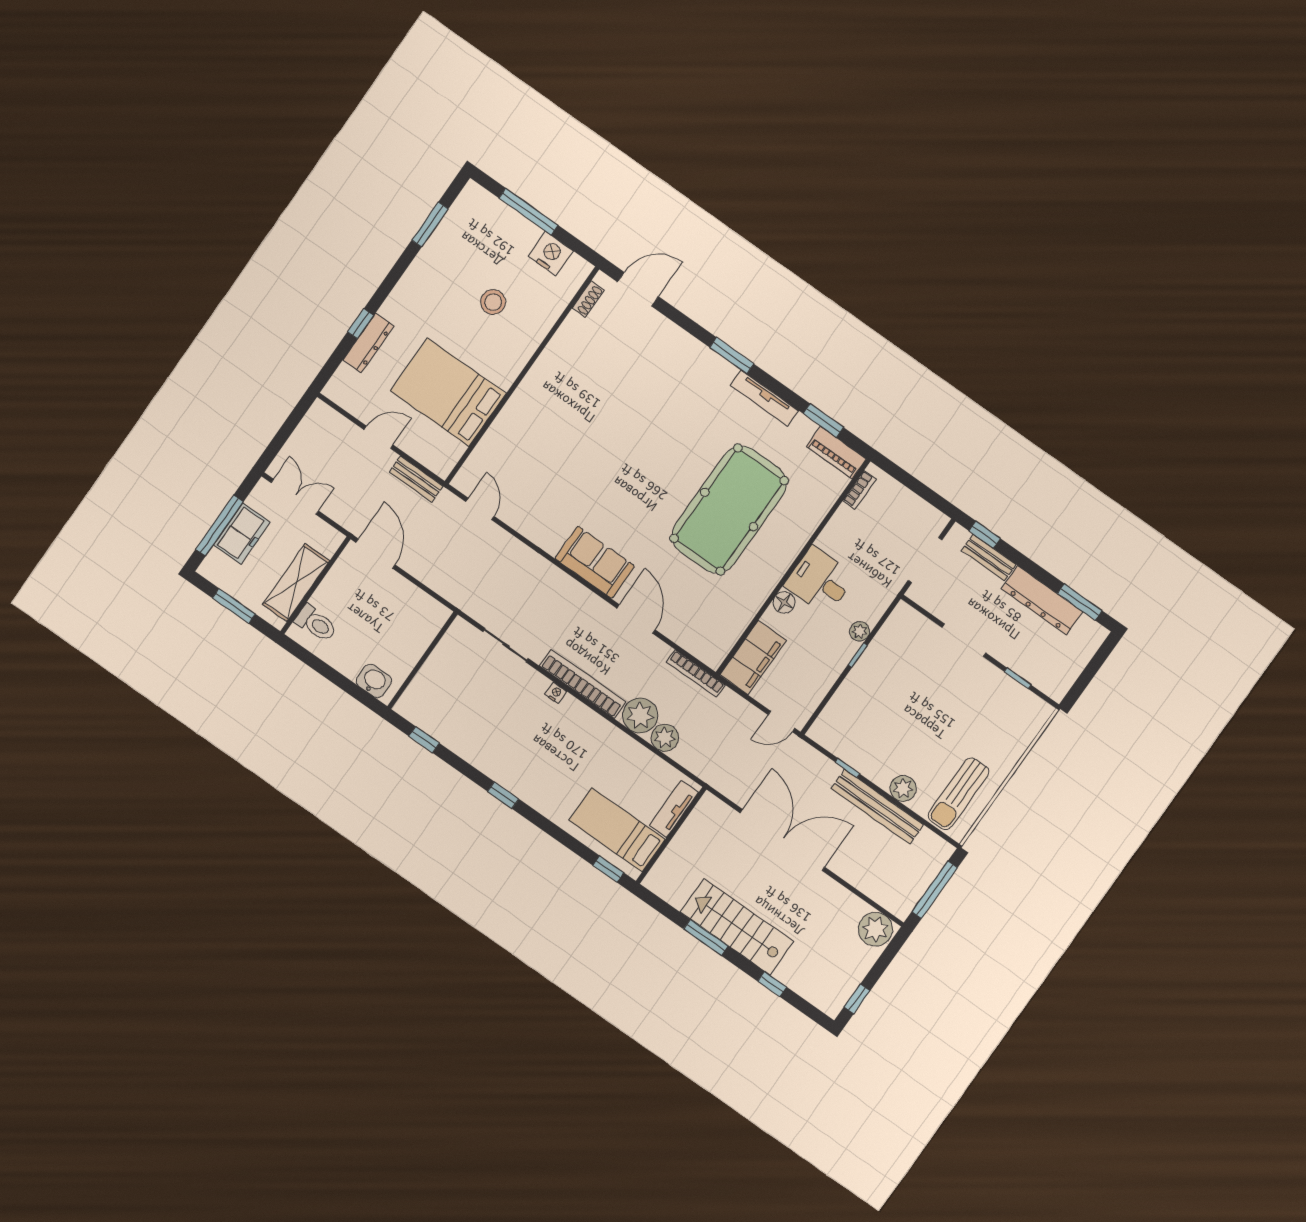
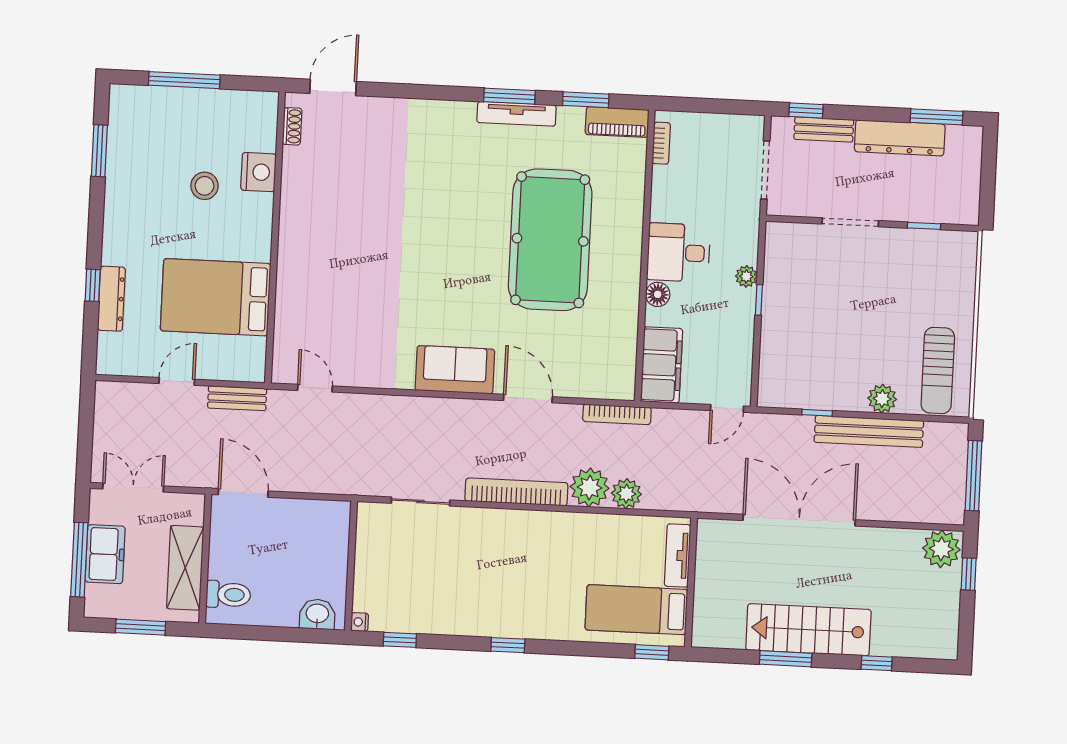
nightstand: (551, 254) -> (258, 172), moved, turned 90
window: (732, 356) -> (509, 96), moved
nightstand: (556, 693) -> (360, 622), moved, turned -90
window: (857, 999) -> (969, 574), moved

